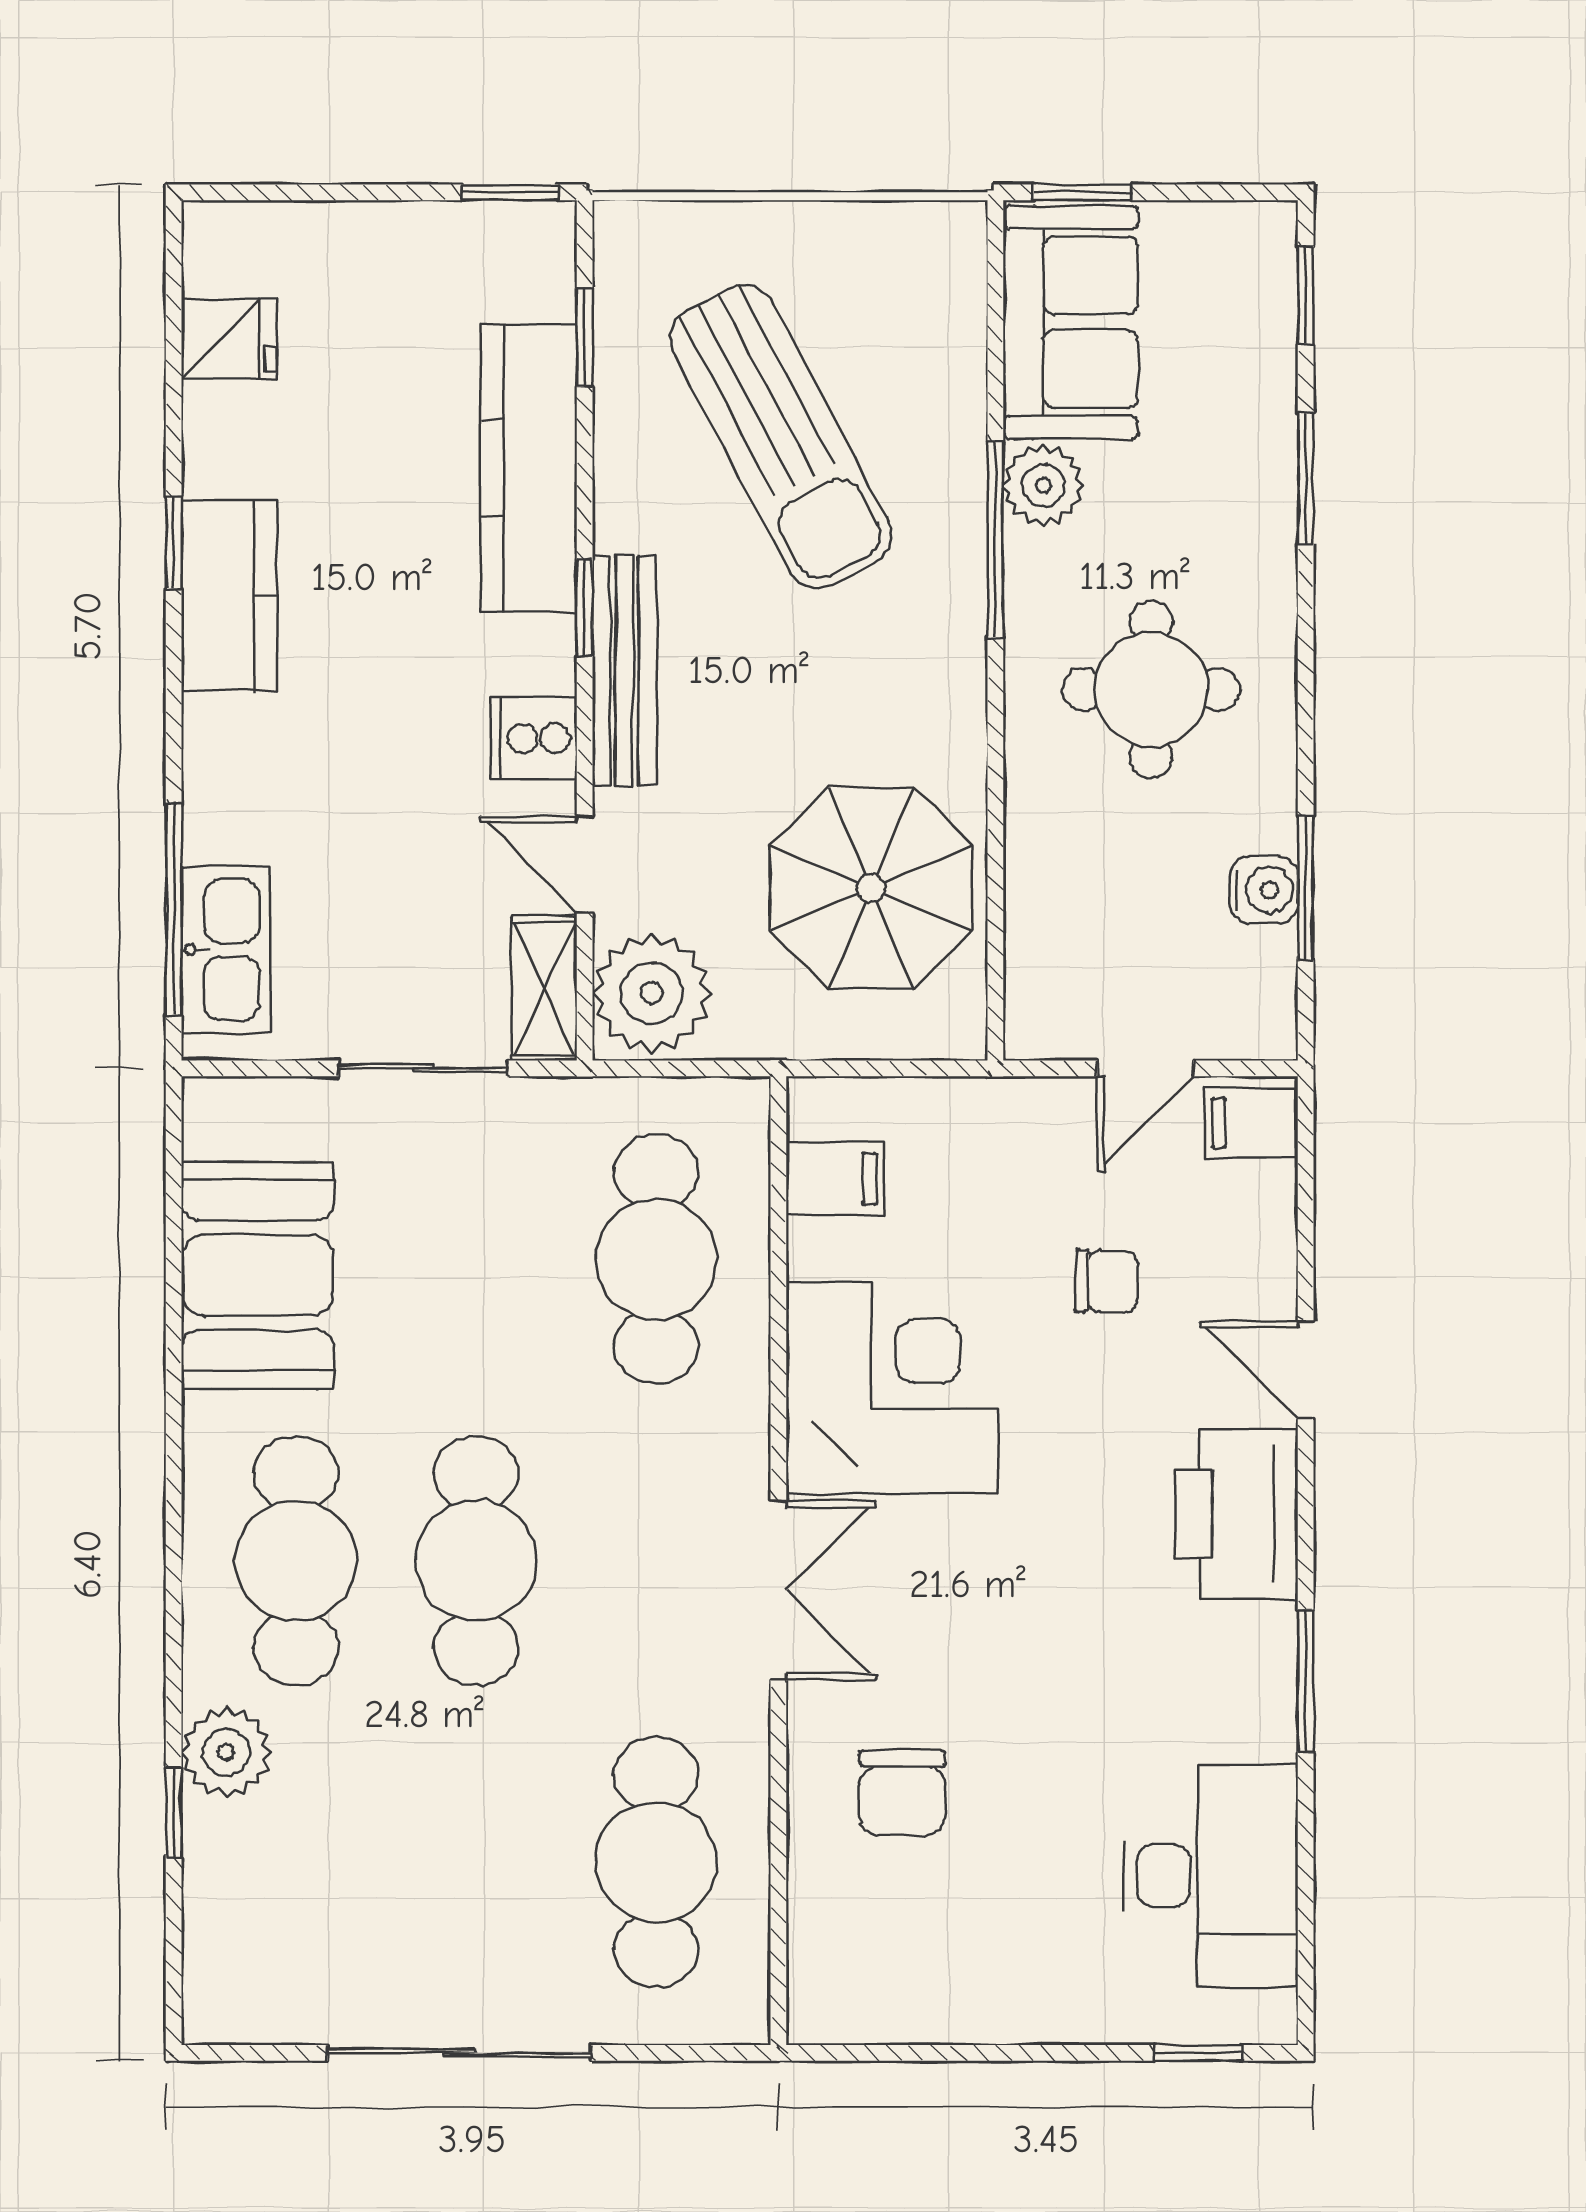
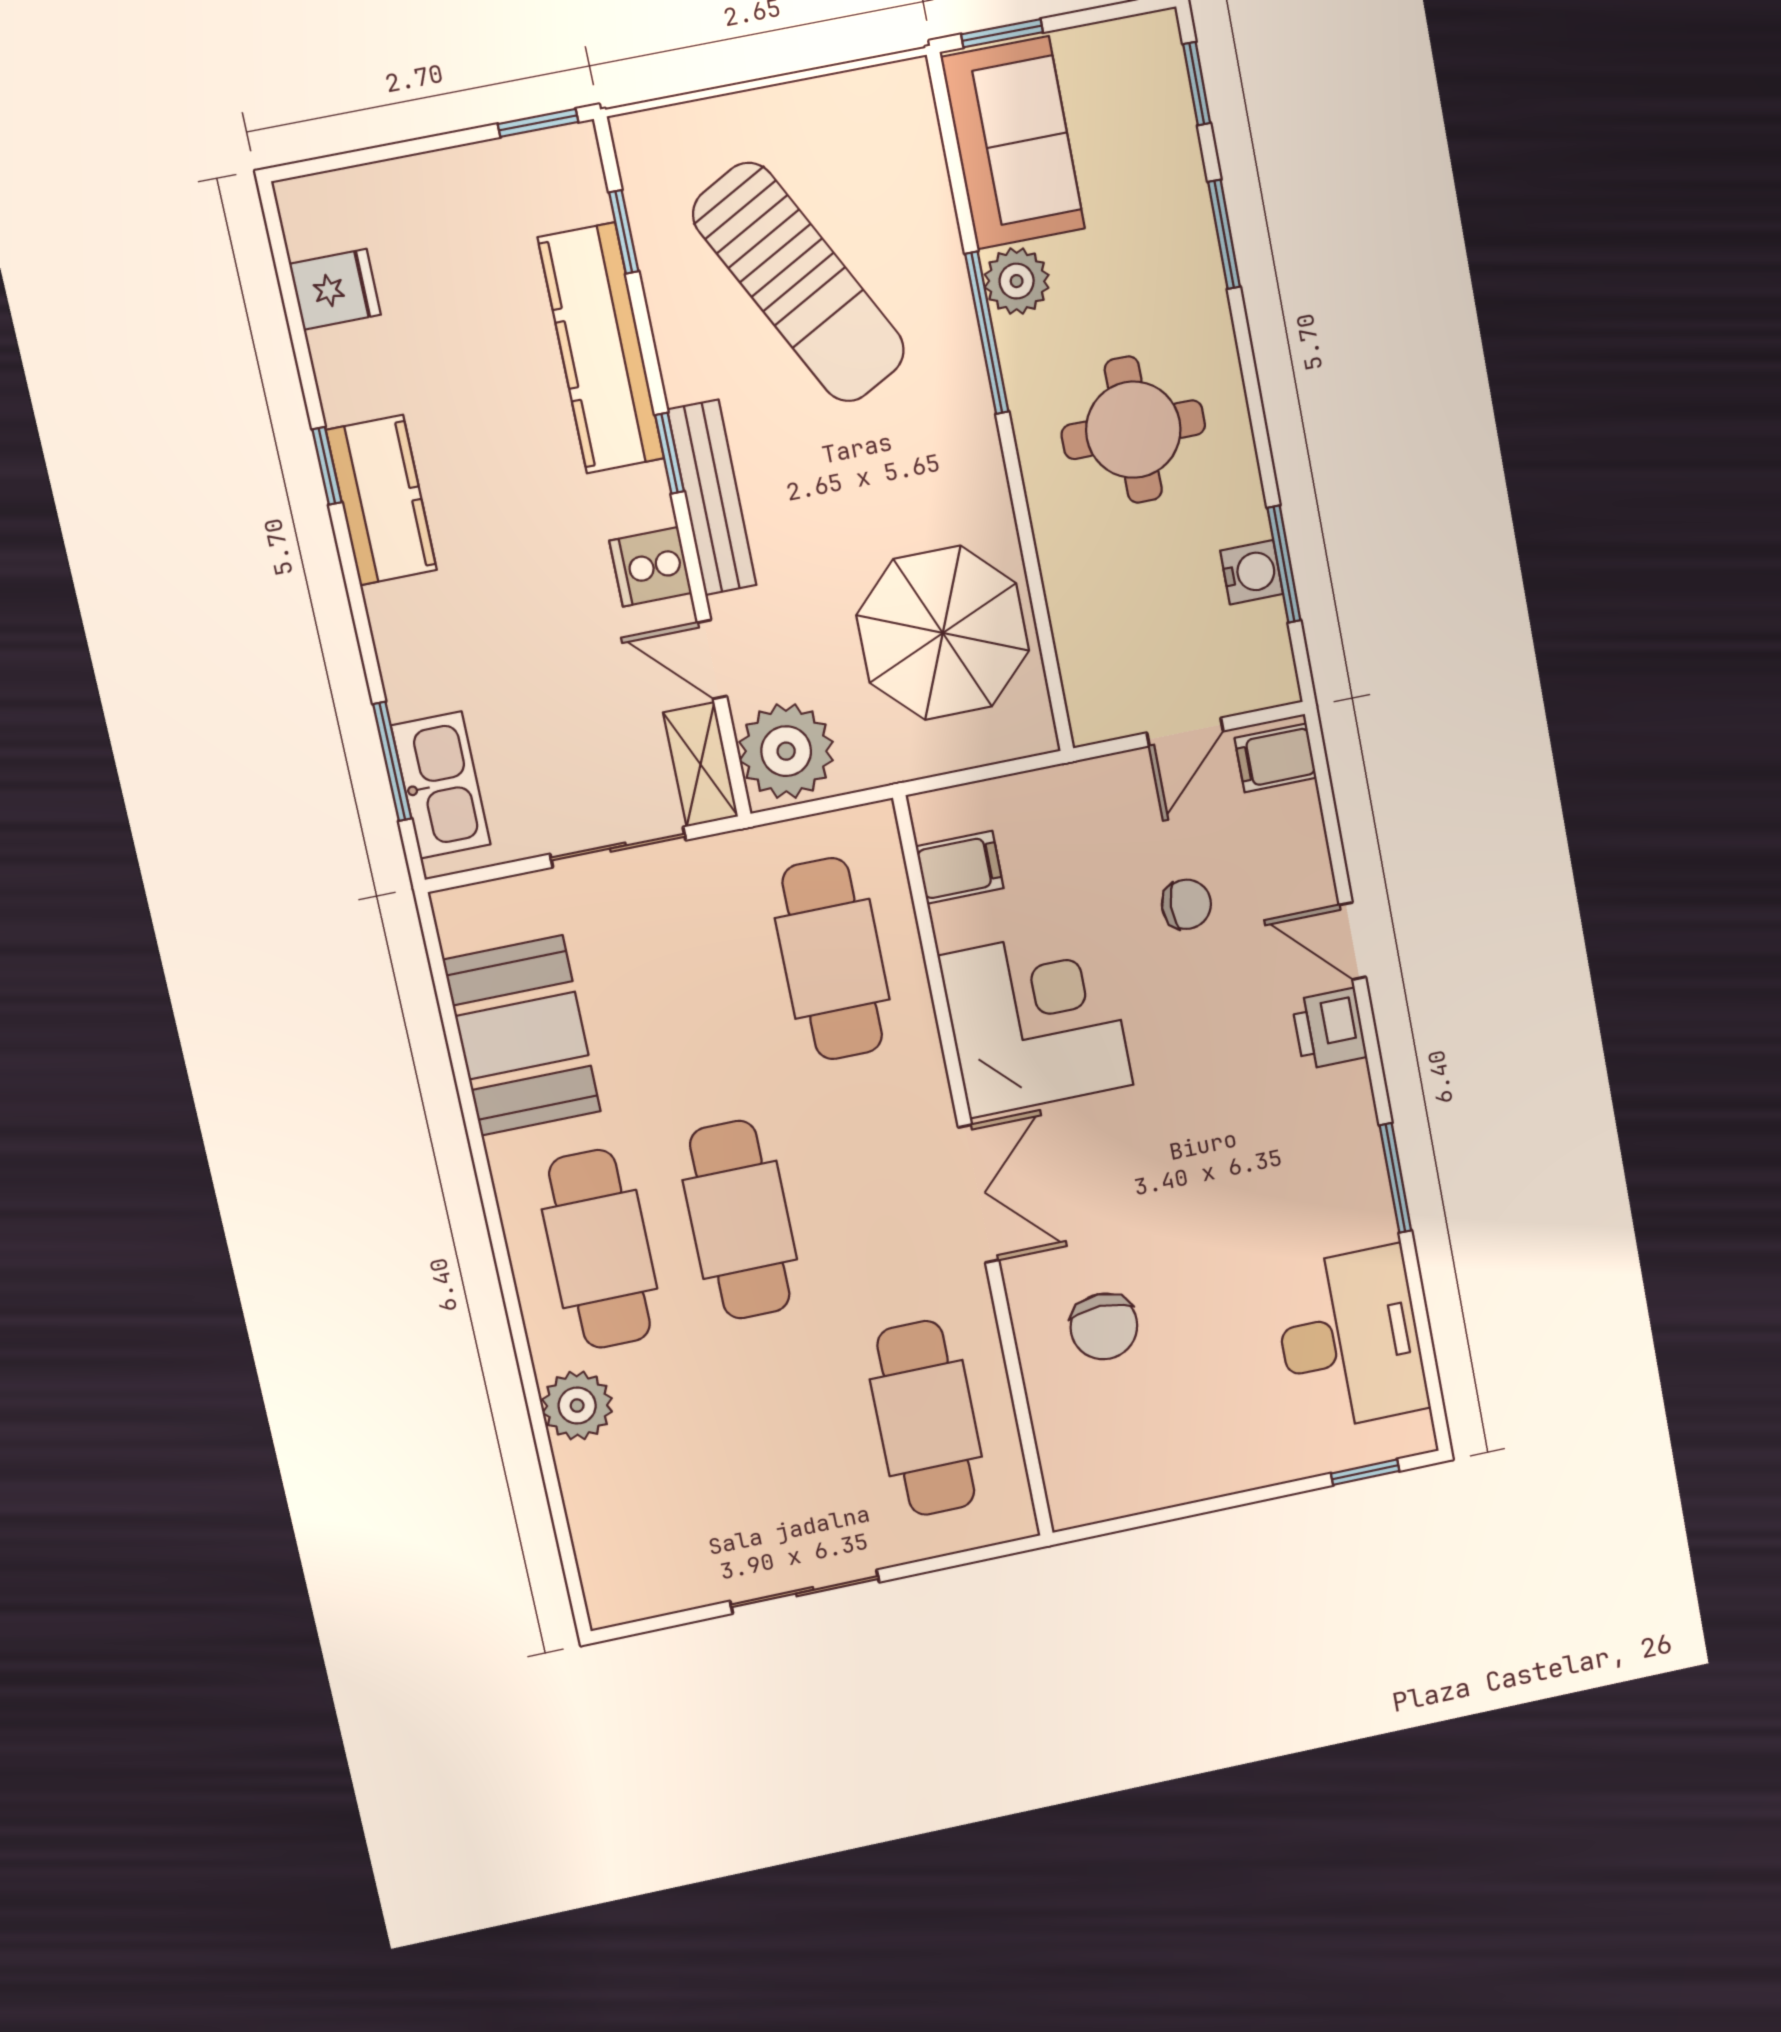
window: (174, 909) -> (392, 761), width x0.69
printer: (1237, 1514) -> (1329, 1029), width x0.53, depth x0.68
window: (174, 1813) -> (546, 1460), removed
sliding door: (459, 2053) -> (805, 1592), width x0.73

